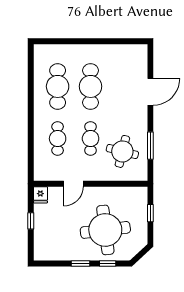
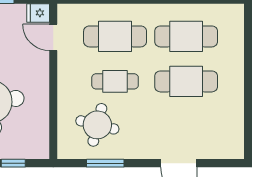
cafe table: (58, 139) -> (115, 36), width x1.37, depth x1.35
door: (73, 184) -> (53, 37), moved

